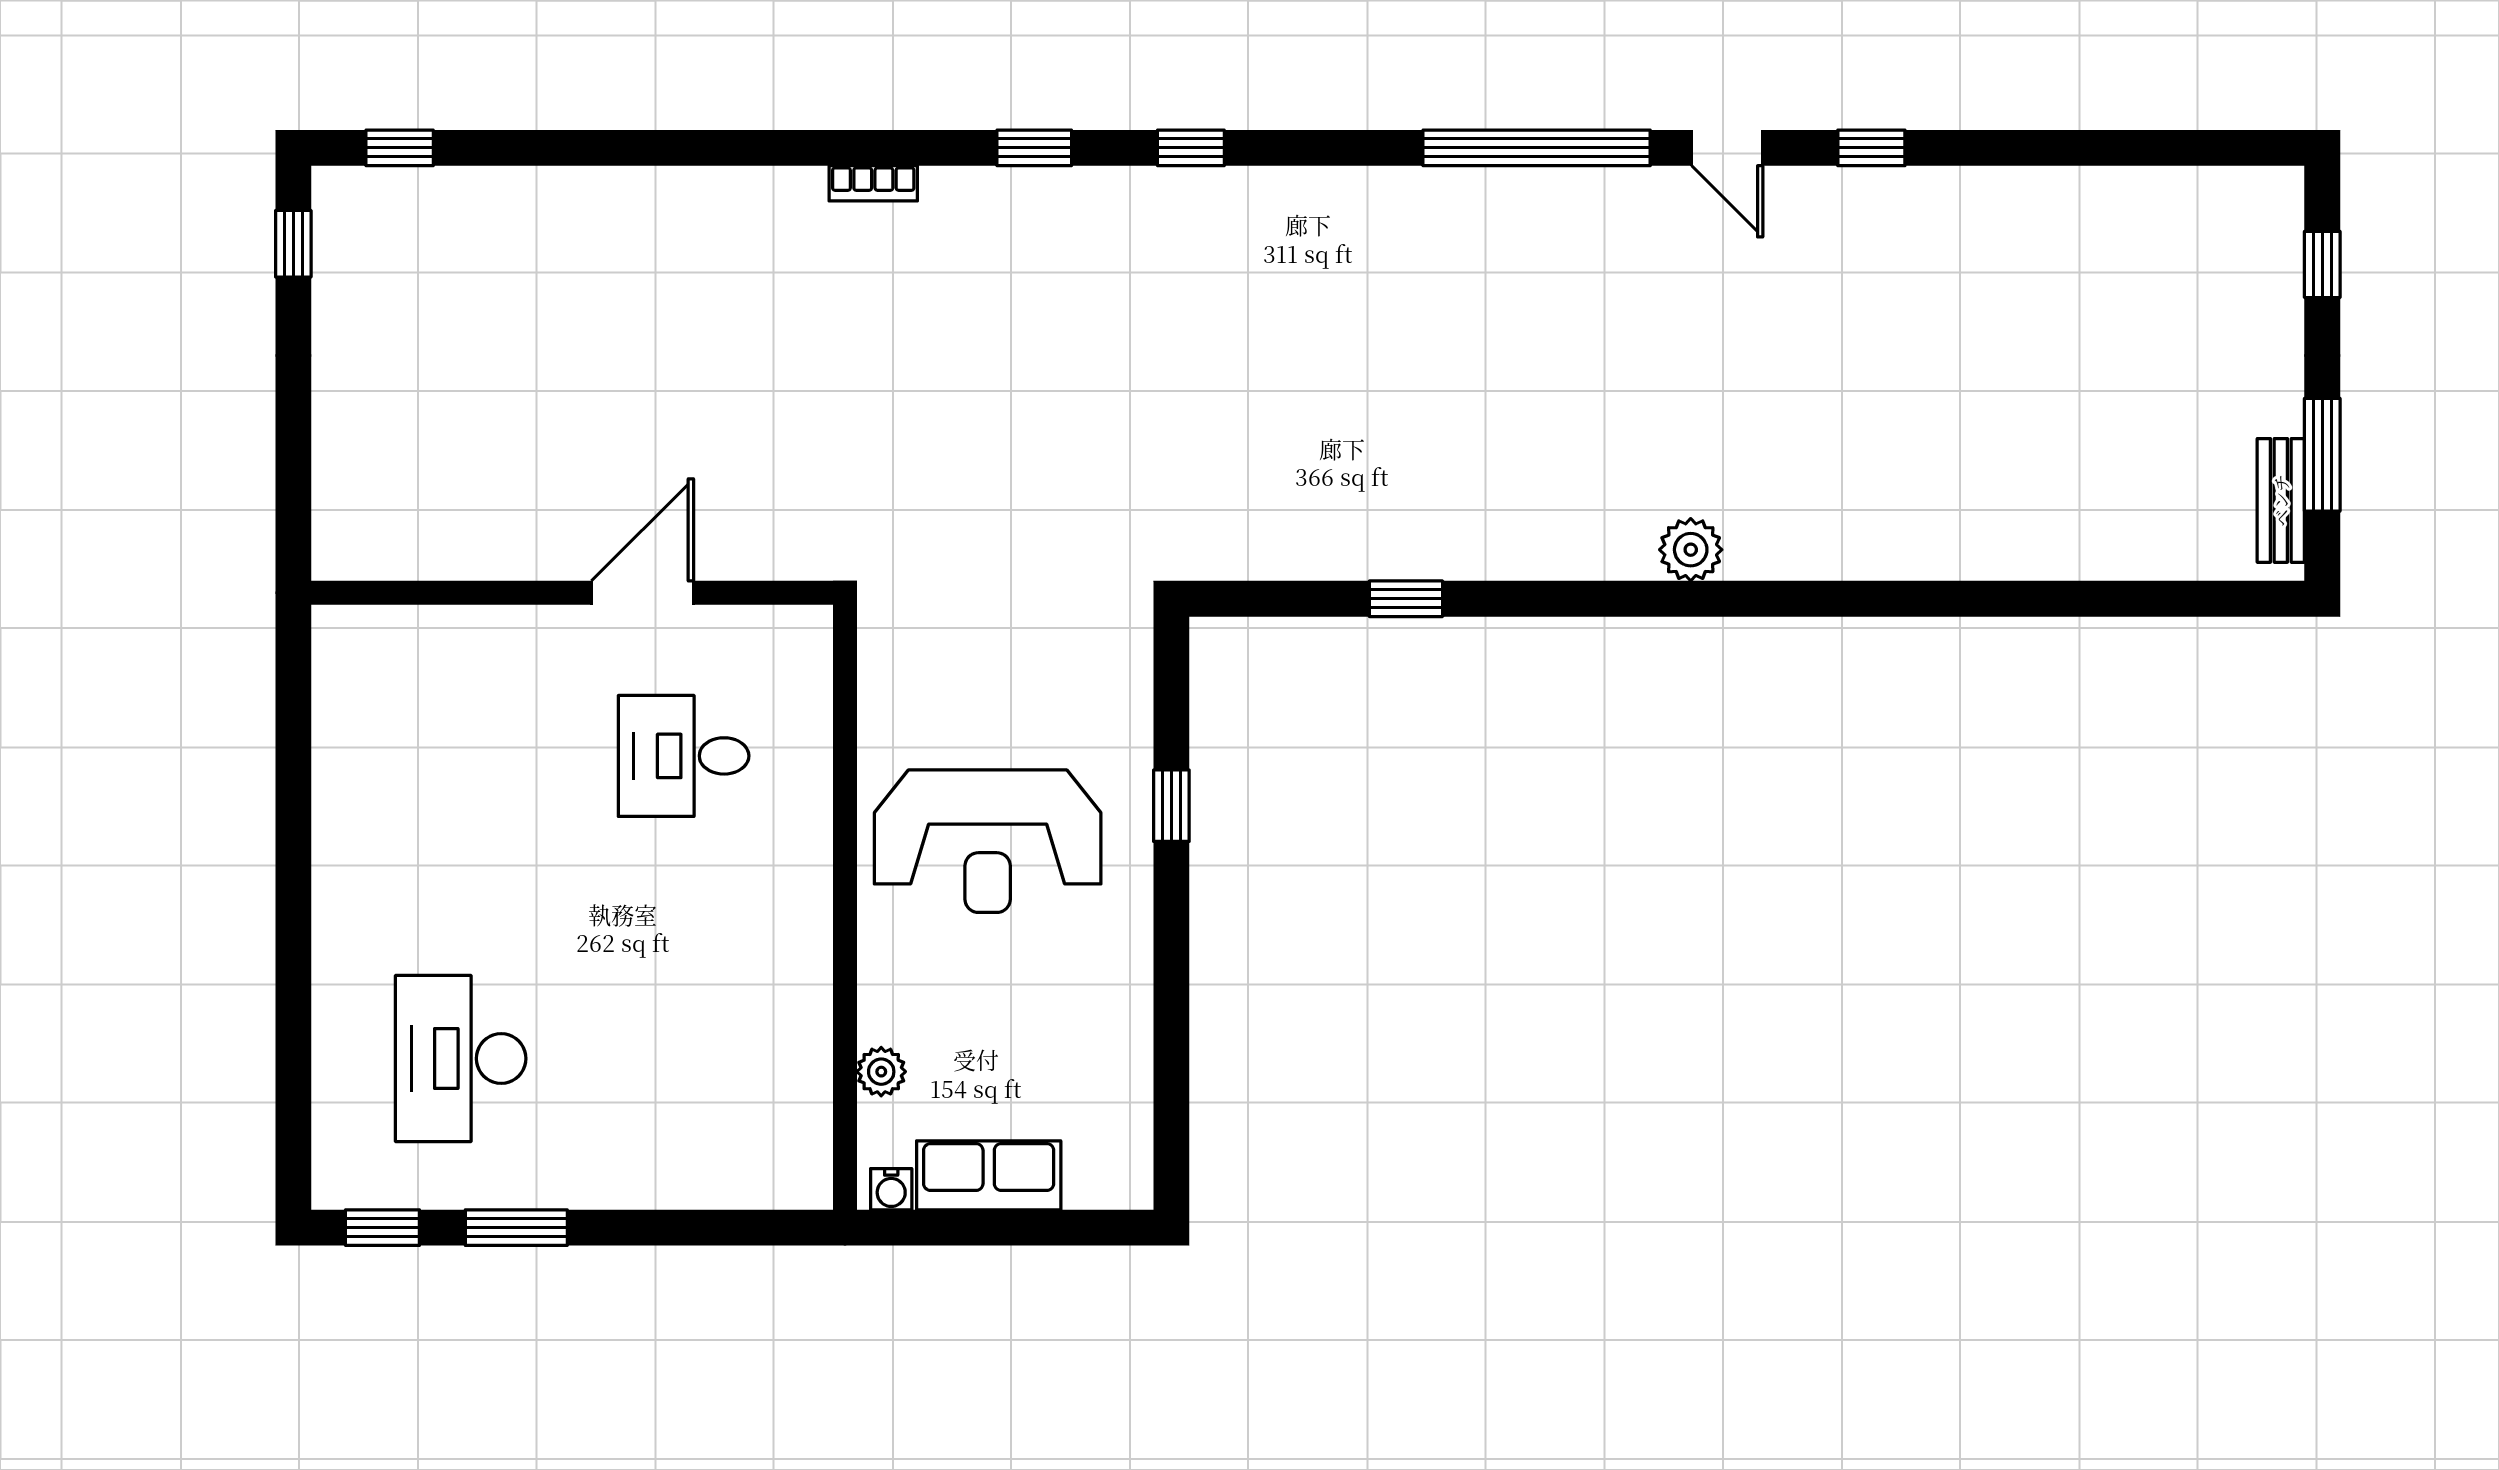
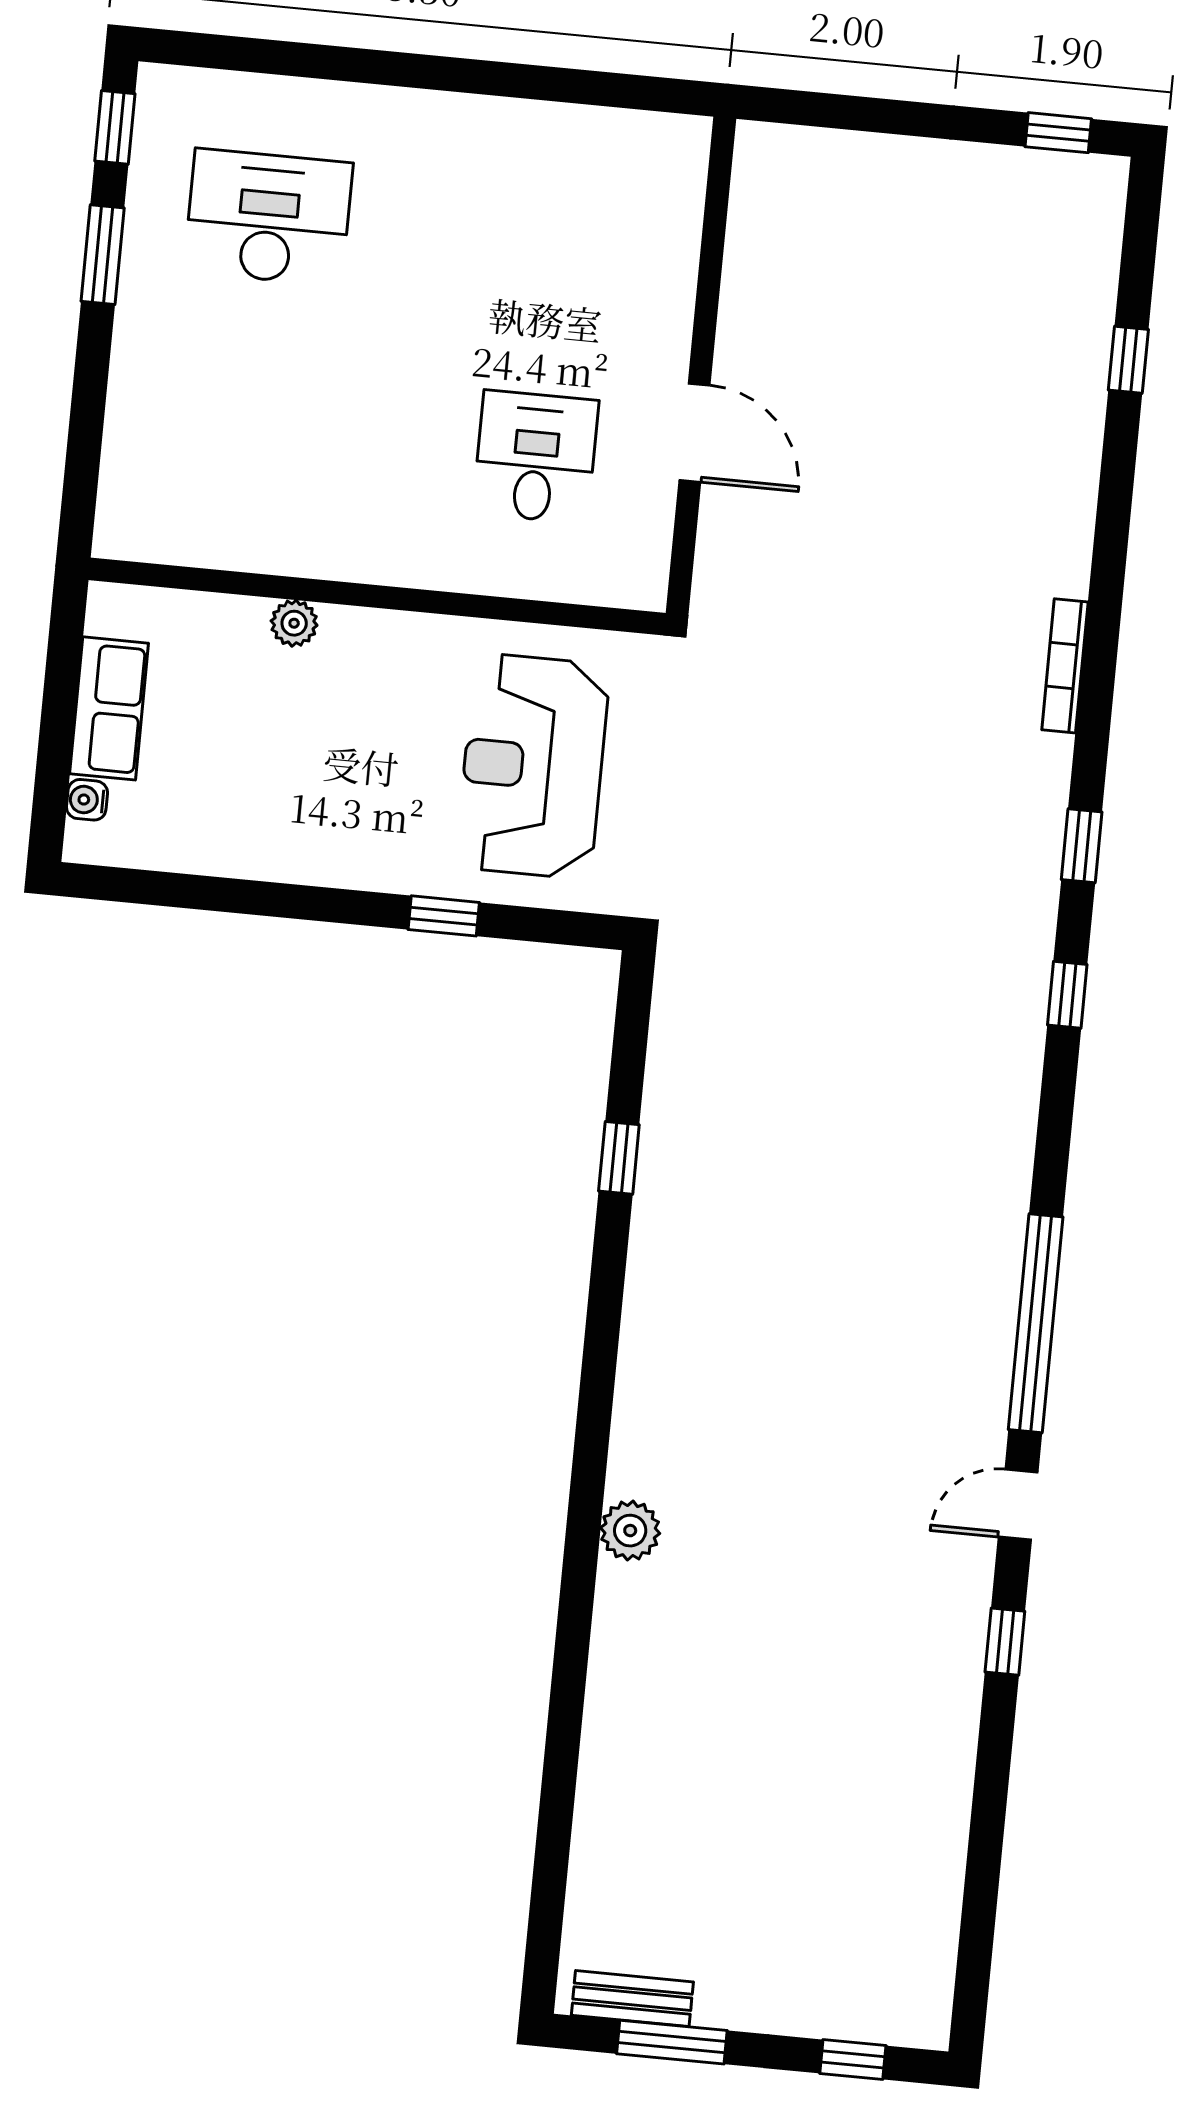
window: (400, 148) -> (1128, 360), moved
bookcase: (873, 183) -> (1065, 666), width x1.56
plant: (1691, 550) -> (630, 1531), moved
reception desk: (988, 841) -> (533, 766), moved
plant: (881, 1072) -> (294, 623), moved
water cooler: (891, 1189) -> (87, 800), moved

